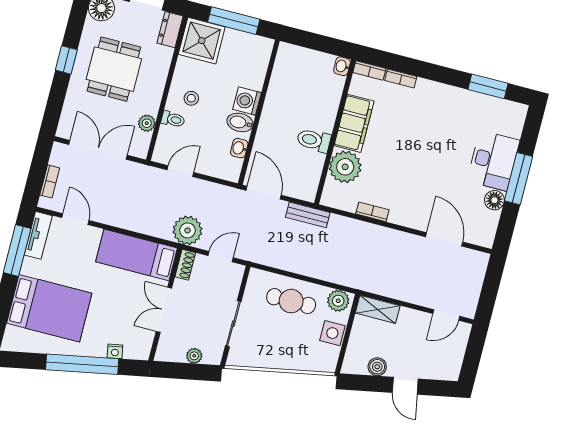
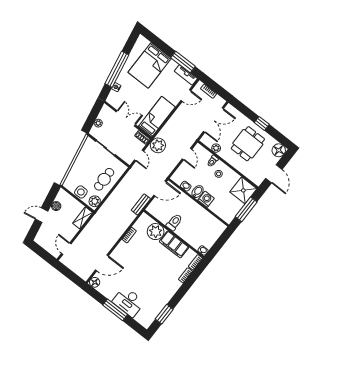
dresser: (170, 30) -> (255, 178), removed
dining table: (114, 69) -> (248, 144), turned 90
floor lamp: (494, 200) -> (95, 282), moved

